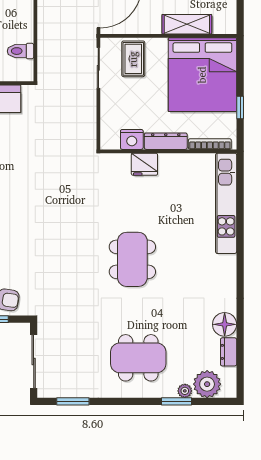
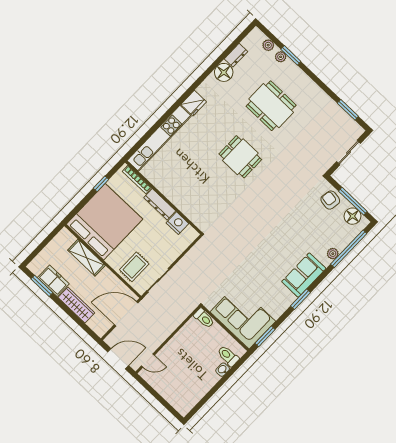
toilet: (20, 51) -> (204, 318), moved
fridge: (144, 164) -> (194, 103), moved, turned 90
dining table: (132, 259) -> (240, 157), width x0.73
dining table: (138, 358) -> (271, 106), moved
sliding door: (34, 362) -> (349, 153), width x0.73
plant: (207, 384) -> (268, 45), width x0.53, depth x0.53

